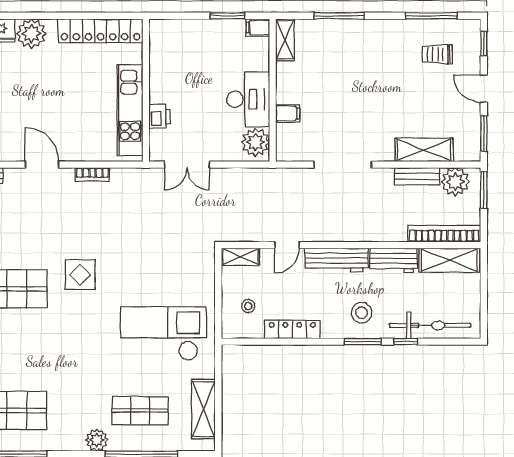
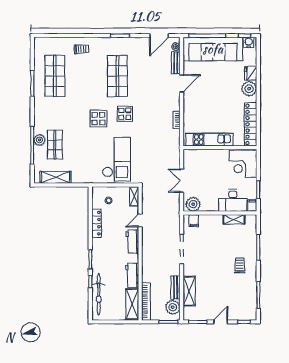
shelving: (285, 40) -> (234, 219), moved
corner desk: (177, 45) -> (243, 164), added
trolley: (437, 54) -> (240, 265), moved
desk: (248, 99) -> (233, 200), moved
filing cabinet: (288, 113) -> (194, 221), moved
printer: (160, 117) -> (206, 155), removed
door: (42, 165) -> (182, 83), moved
double door: (187, 165) -> (182, 181), moved
door: (287, 245) -> (140, 220), hinge flipped
workbench: (337, 260) -> (132, 242), width x0.73
stool: (362, 313) -> (105, 259), removed
display table: (89, 326) -> (99, 119), added
checkout: (163, 334) -> (116, 159), moved
plant: (97, 440) -> (40, 140), moved

